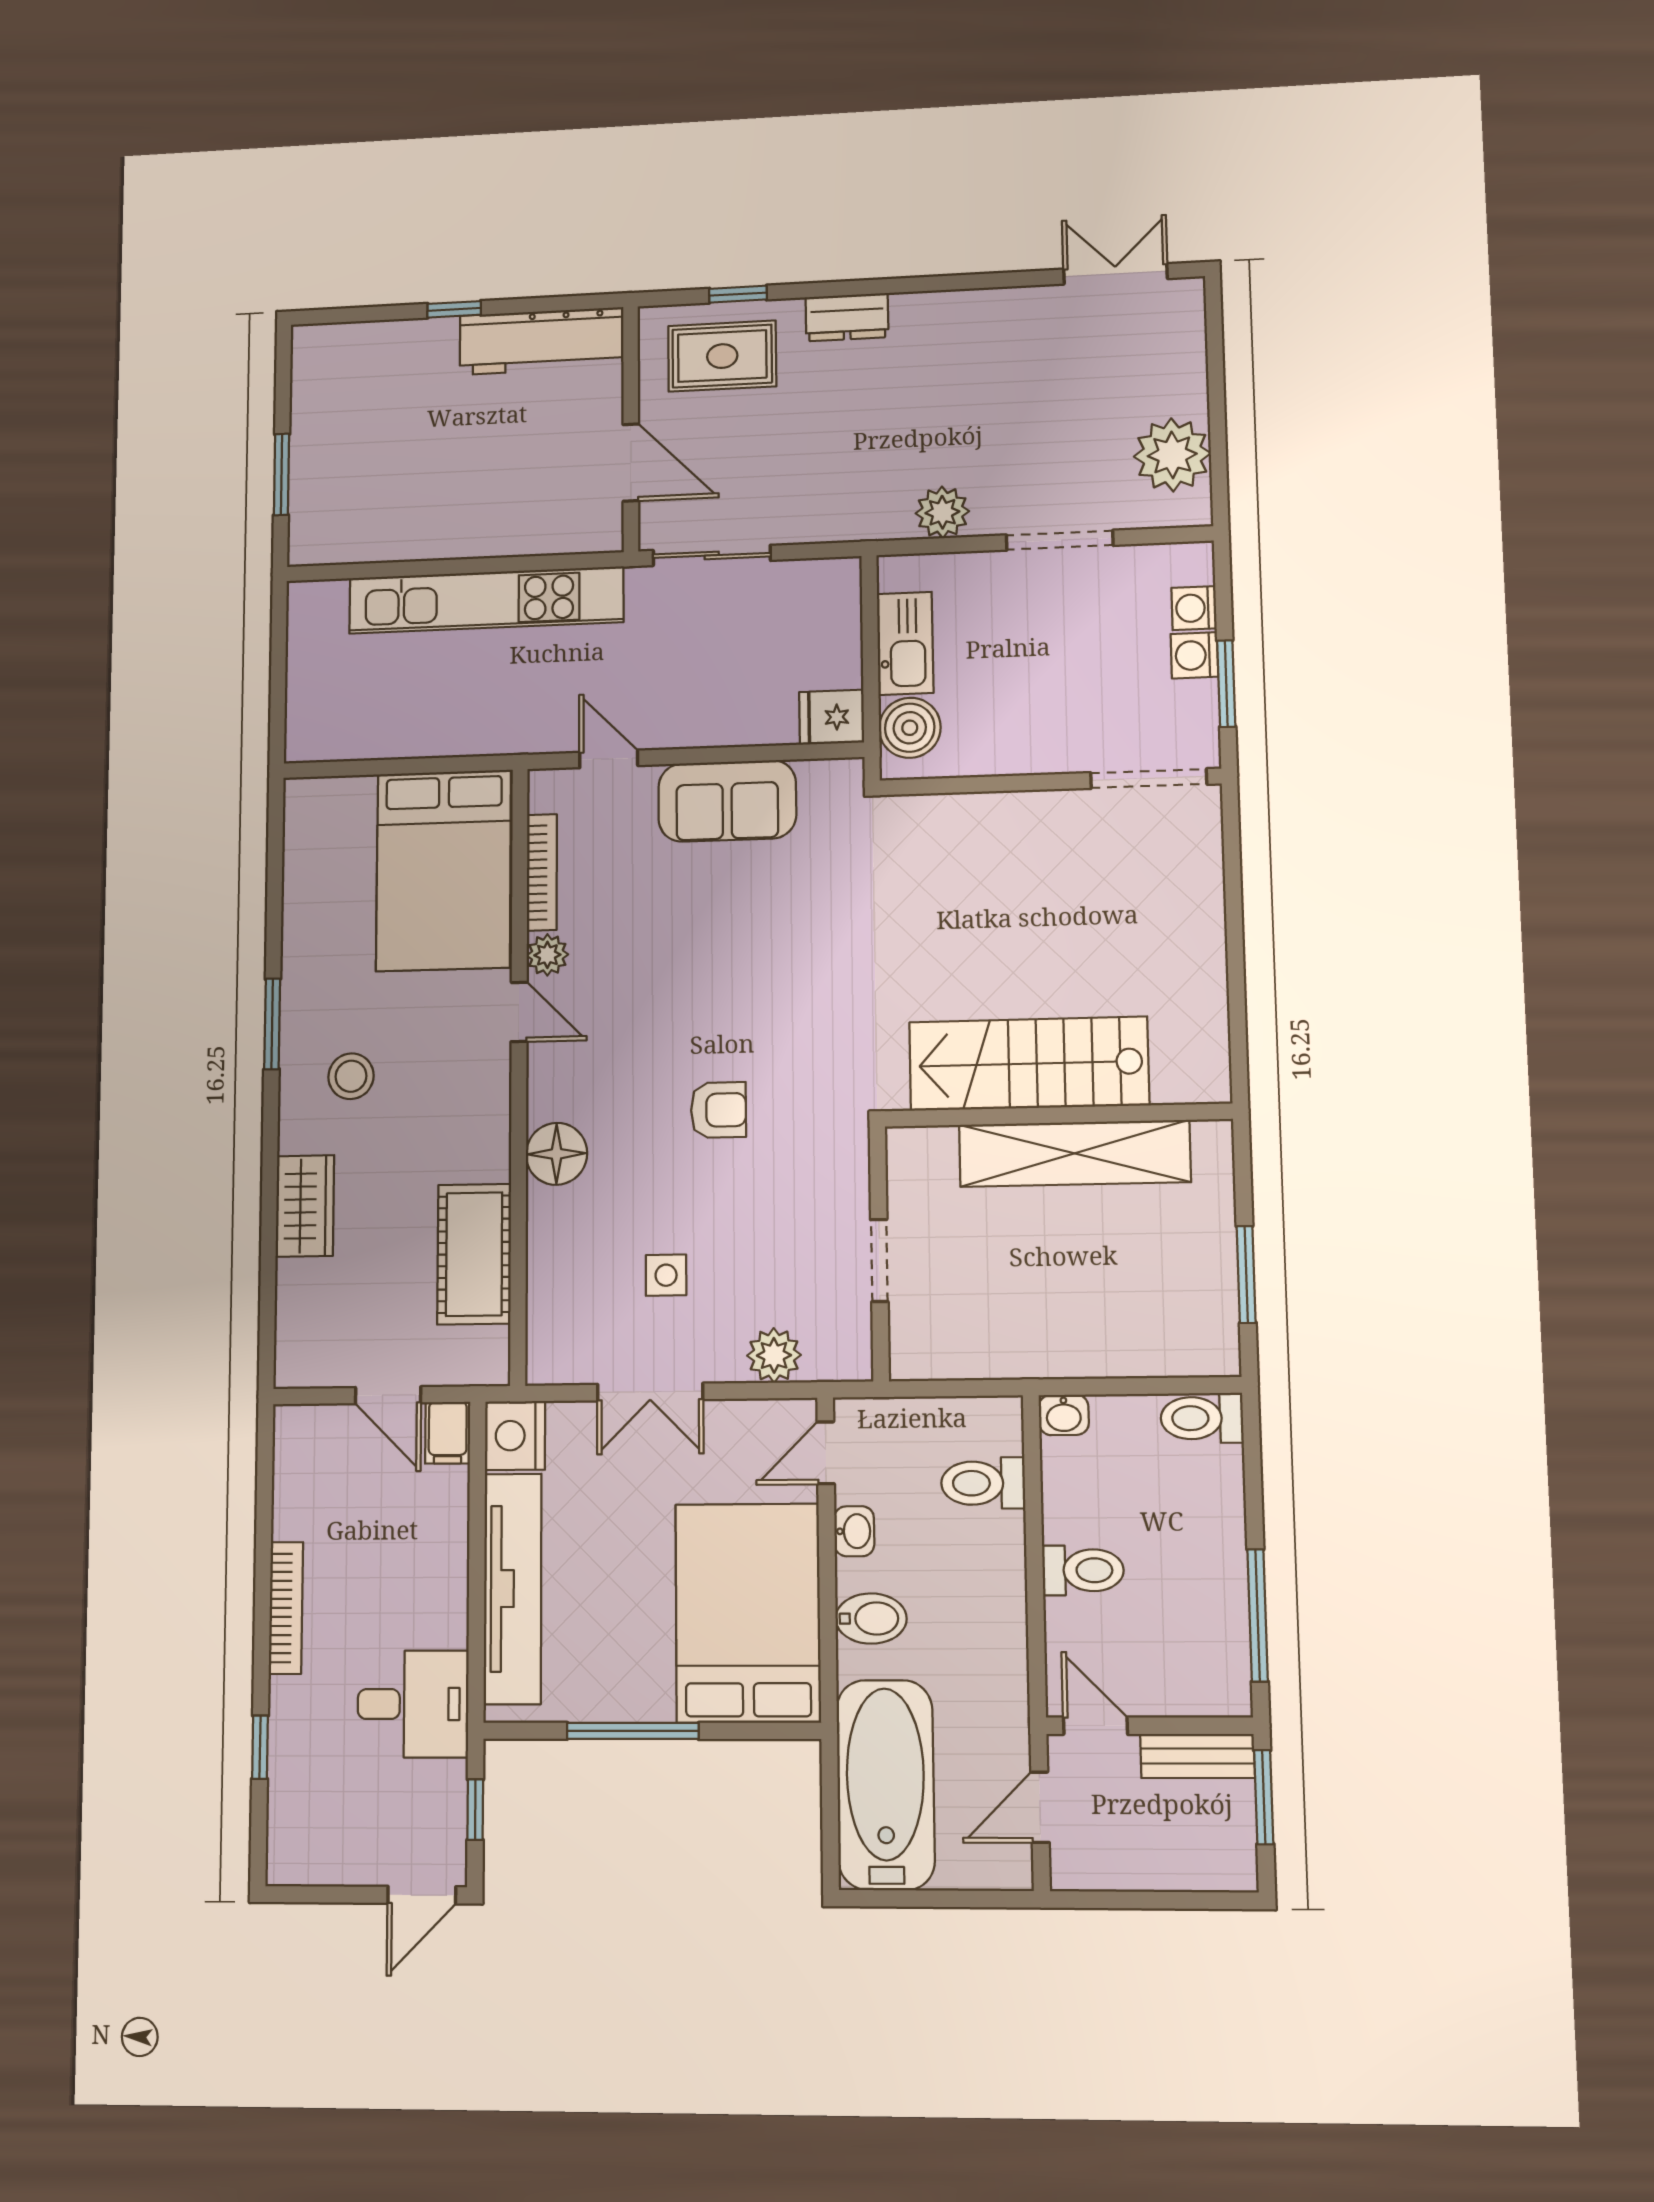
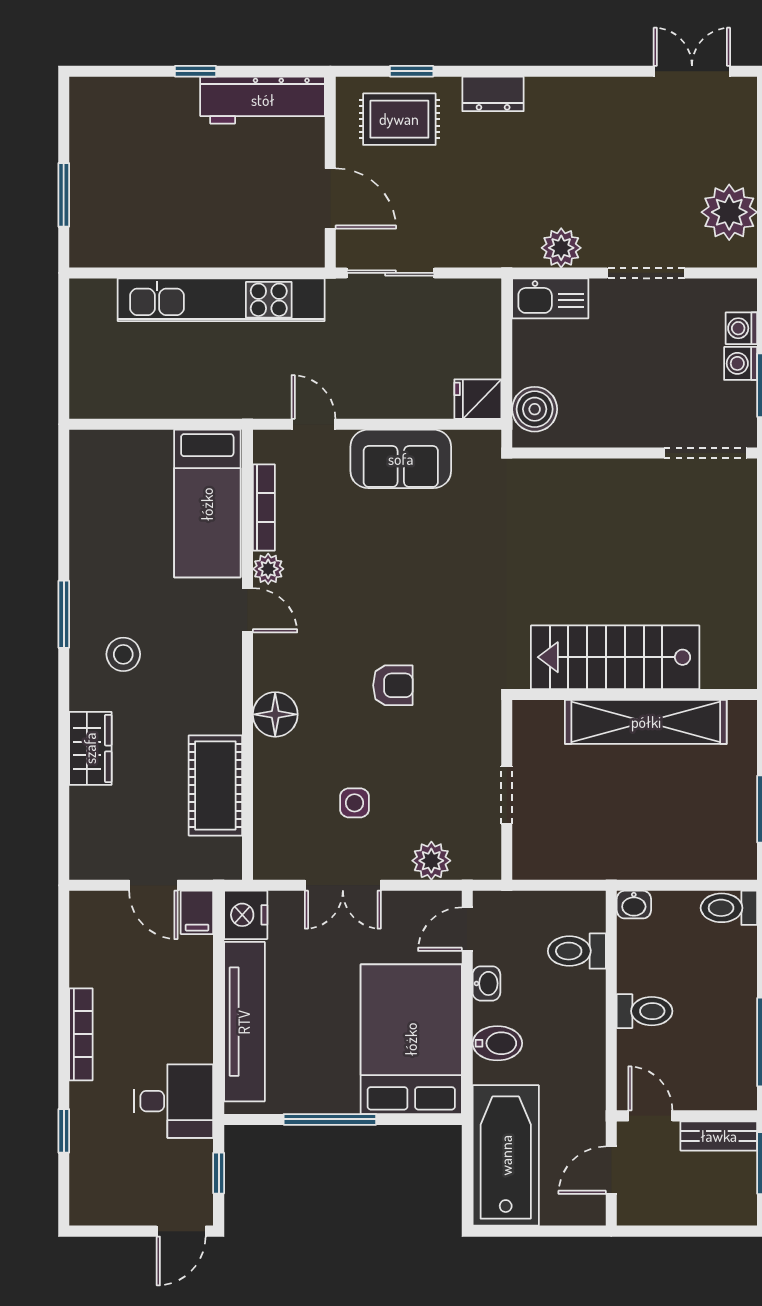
kitchen sink: (905, 643) -> (550, 298), moved, turned 90
bed: (443, 870) -> (207, 504), width x0.67

